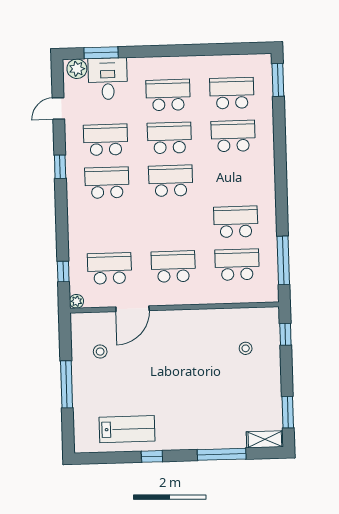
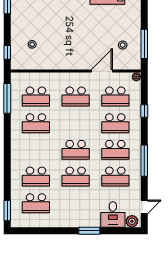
window: (101, 53) -> (89, 231), moved
school desk: (168, 95) -> (115, 123), moved
door: (58, 108) -> (144, 207), moved
window: (60, 167) -> (144, 161), width x2.17
window: (63, 272) -> (144, 111), moved
window: (67, 384) -> (144, 44), moved

